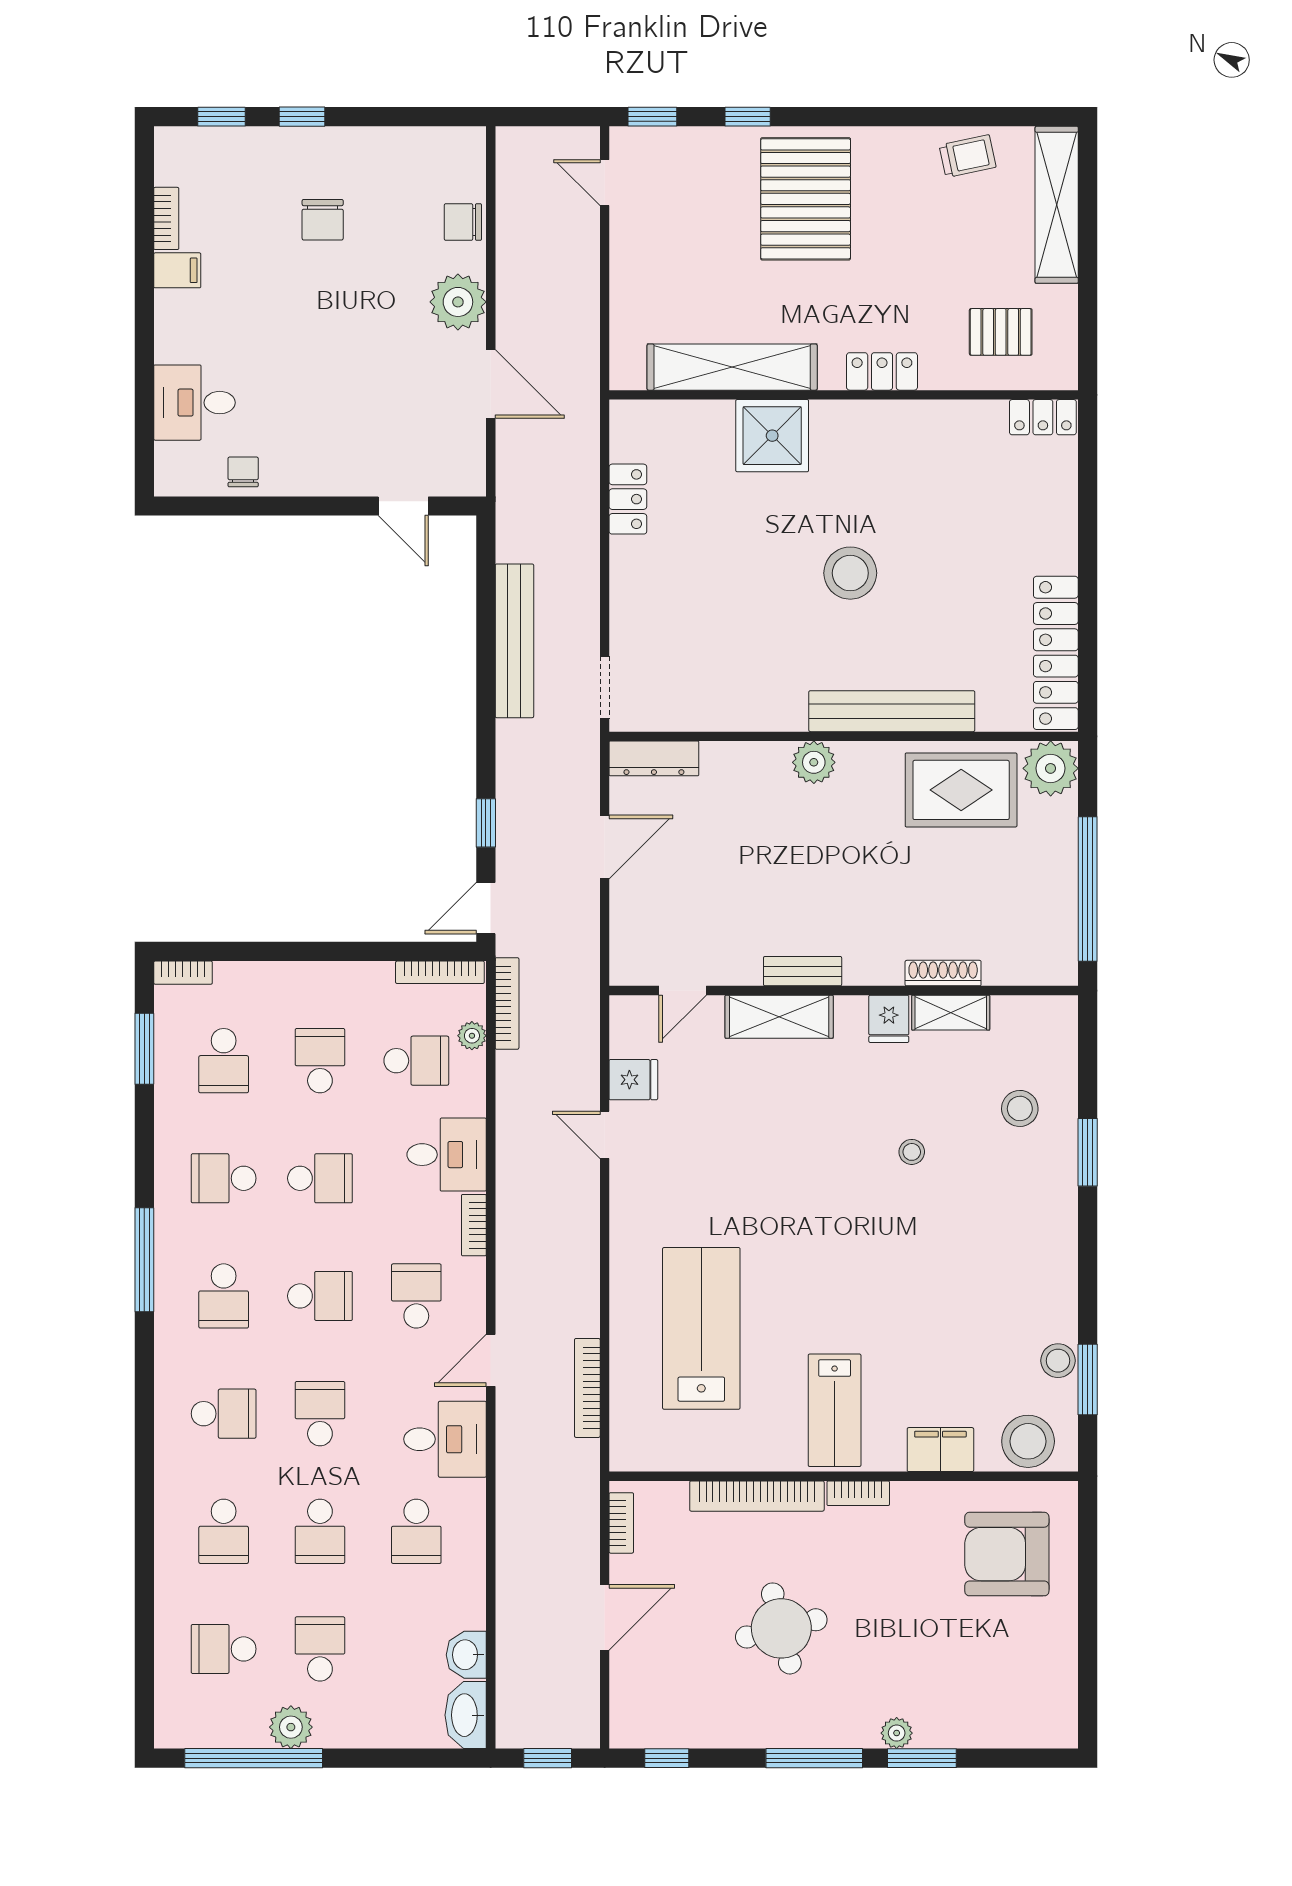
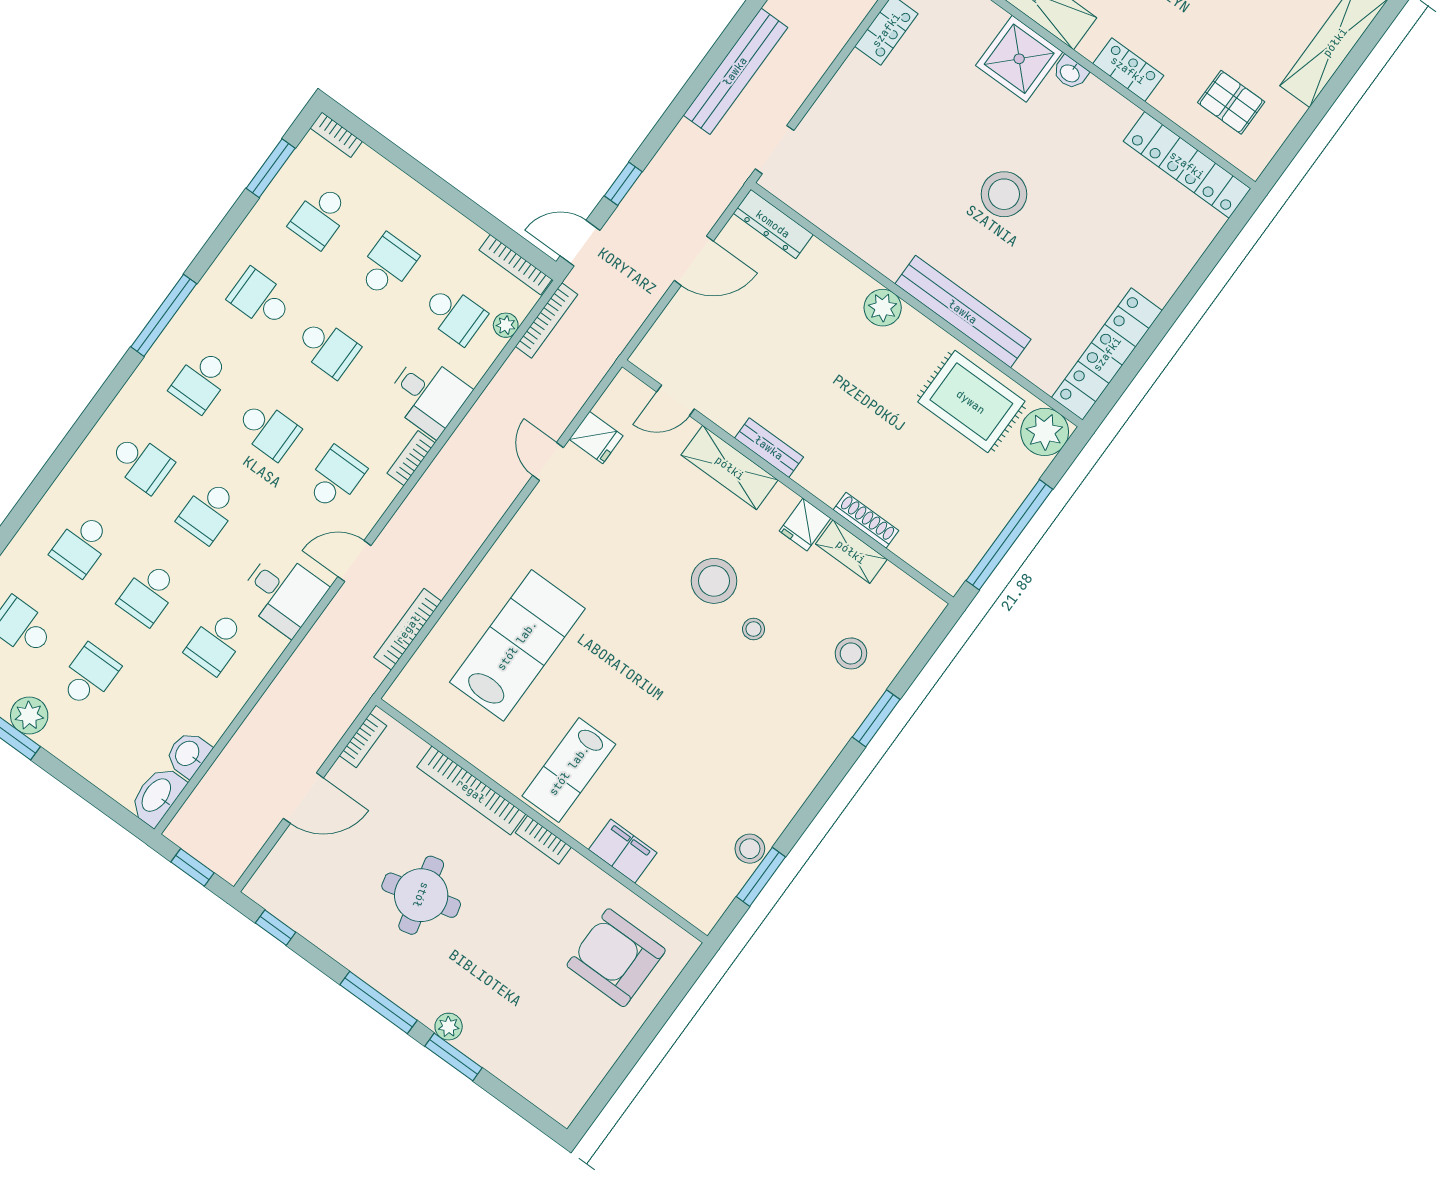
washbasin: (830, 414) -> (1070, 73), added
locker: (1043, 417) -> (1187, 165), width x2.16, depth x1.21
school desk: (320, 1414) -> (208, 512), turned 180
stool: (1028, 1441) -> (714, 581), moved

